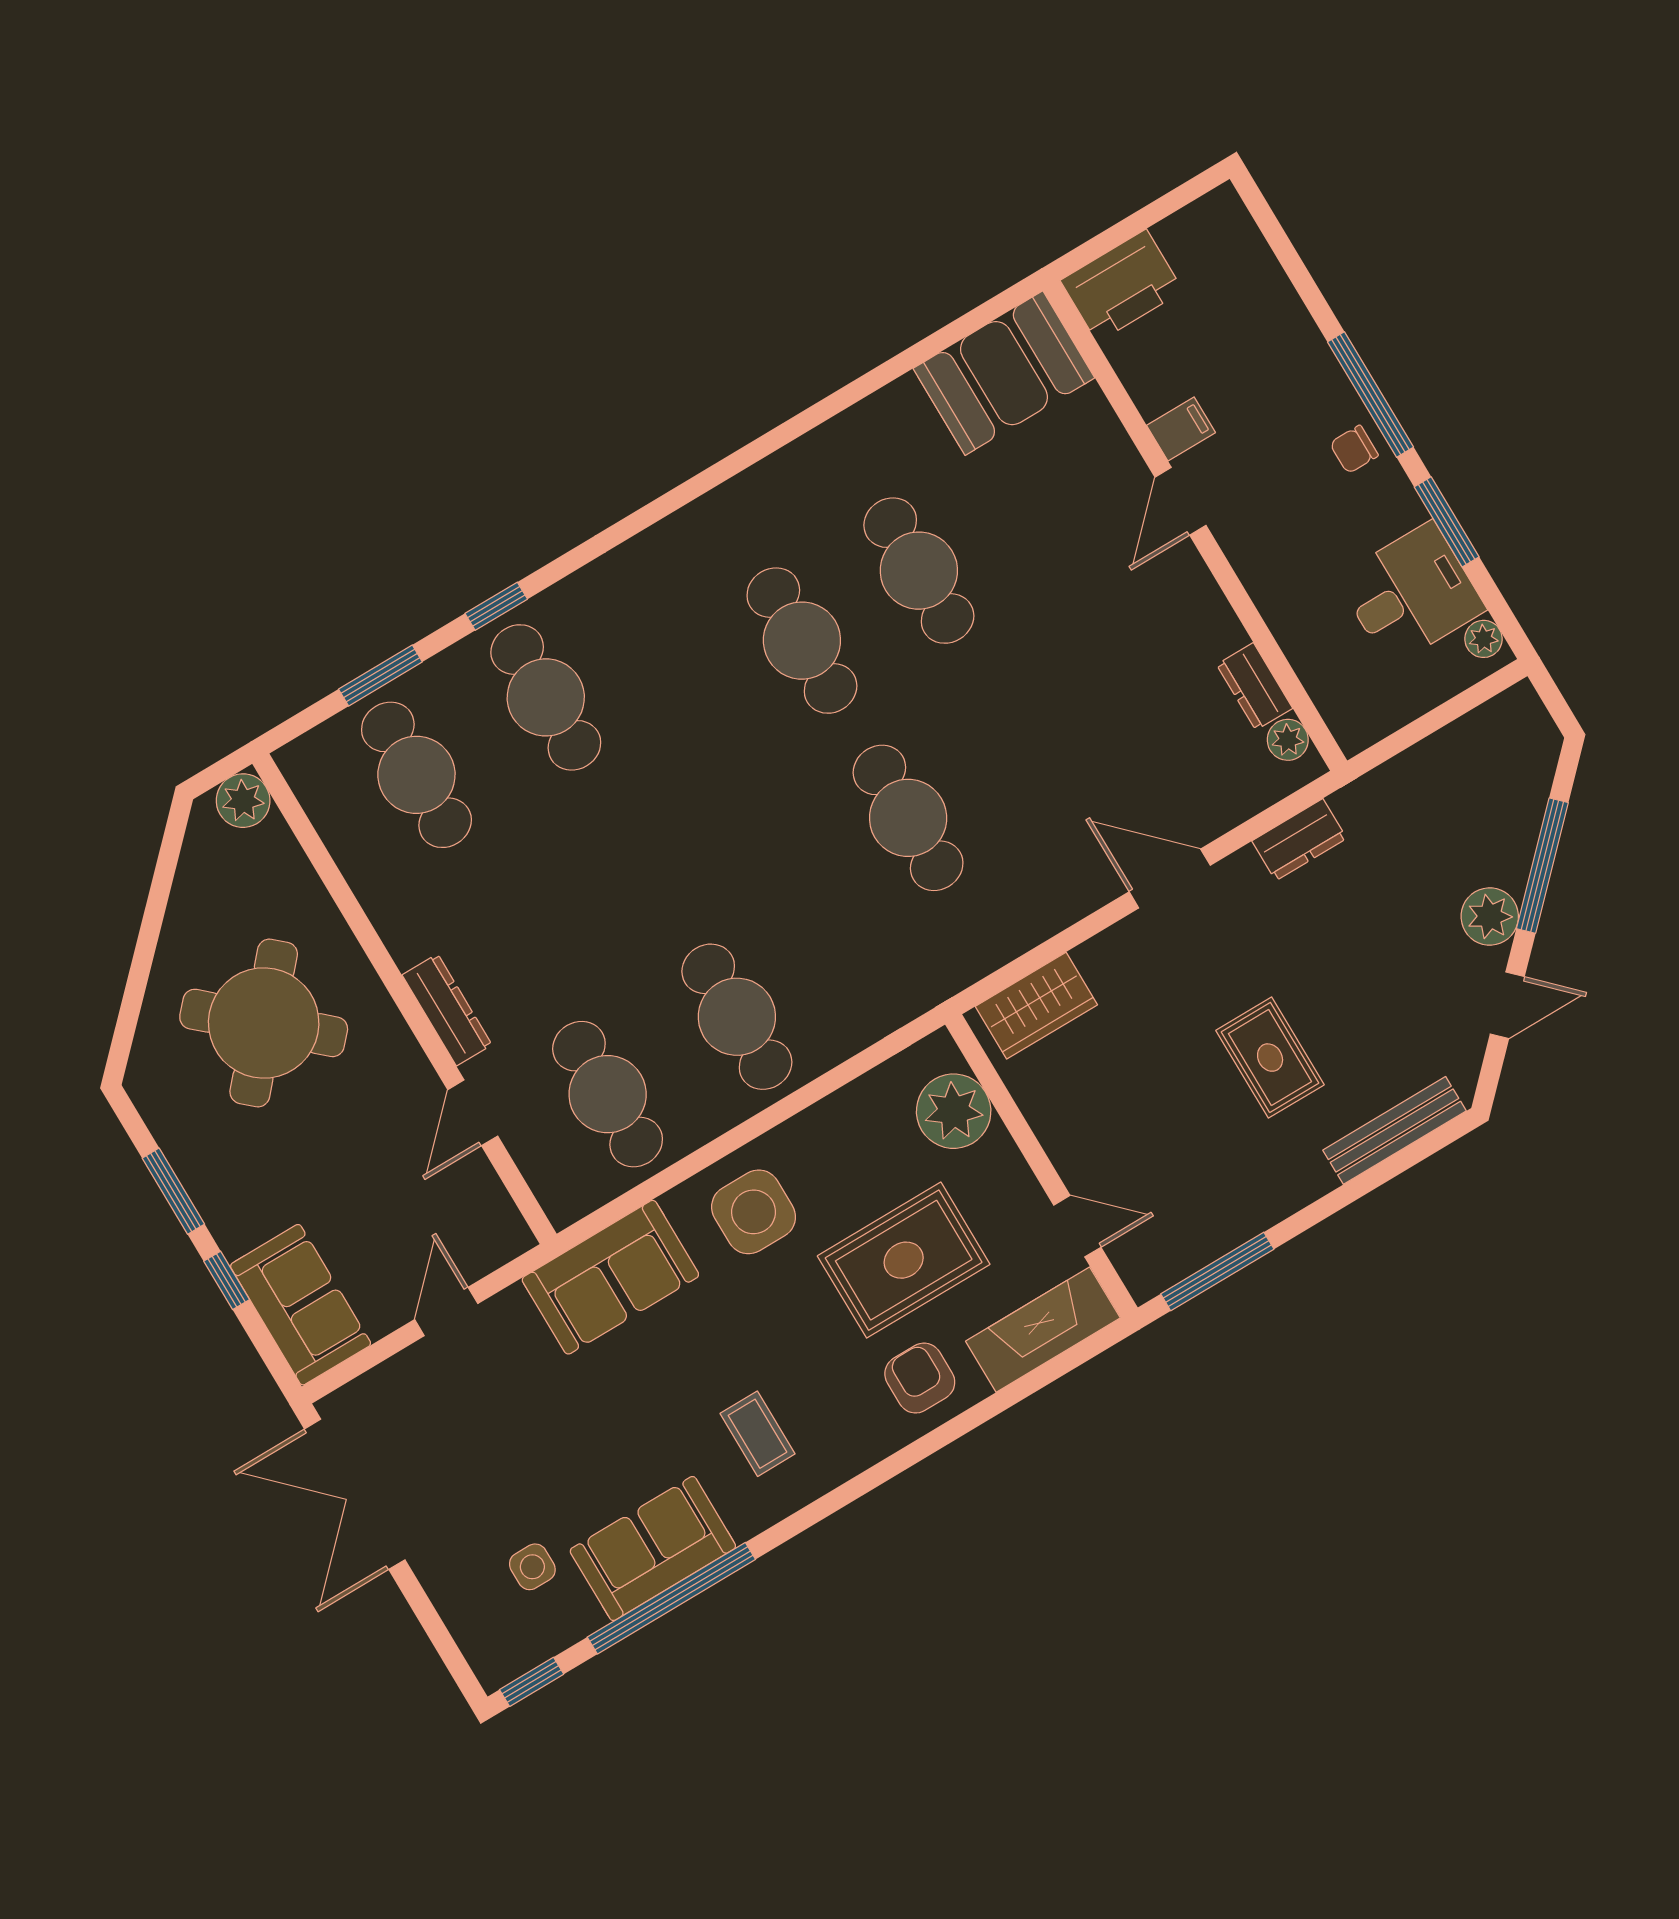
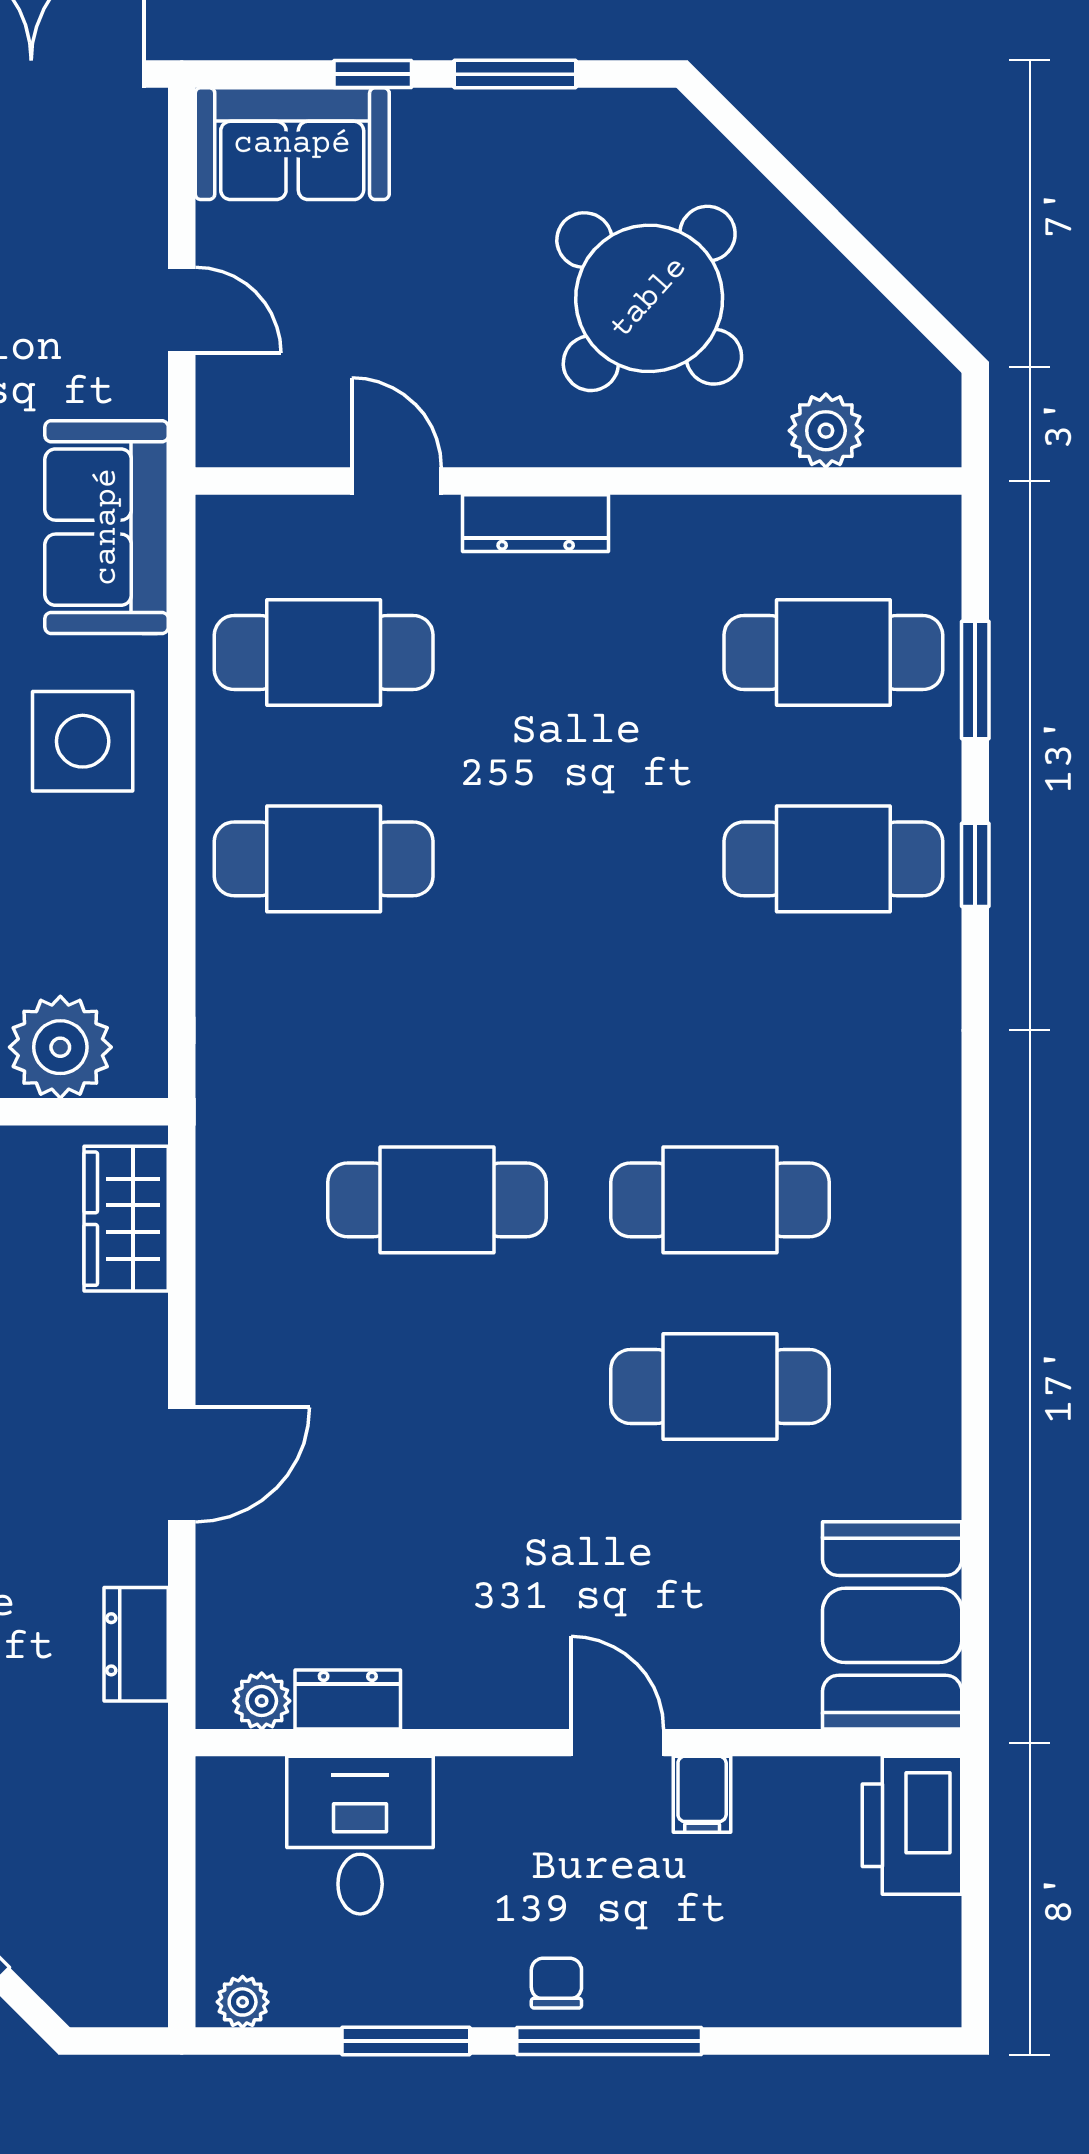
desk: (1411, 594) -> (360, 1835), moved, turned 180
plant: (243, 801) -> (826, 431), moved

